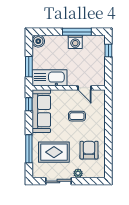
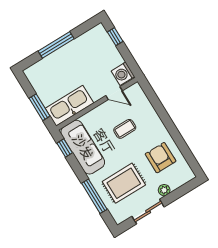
window: (77, 32) -> (56, 45), moved
boiler: (38, 41) -> (33, 73), removed
washing machine: (75, 42) -> (123, 74), moved, turned 90

